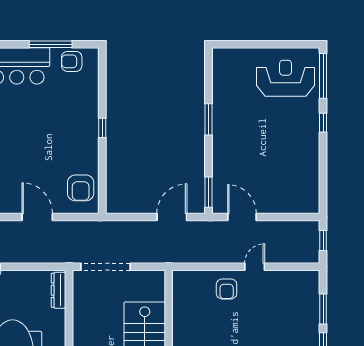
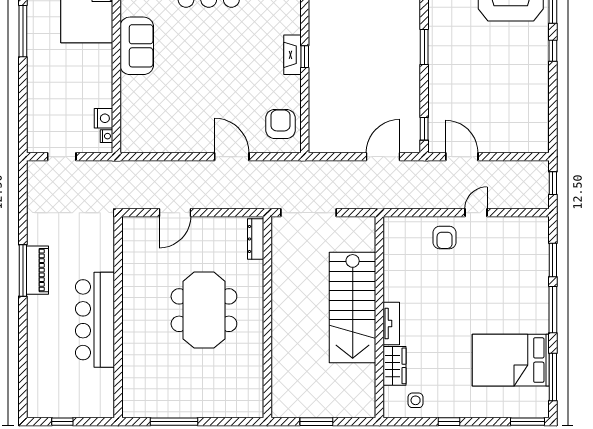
fireplace: (91, 126) -> (292, 55), added
armchair: (81, 188) -> (281, 124), turned 180
window: (208, 192) -> (424, 129), width x0.67

